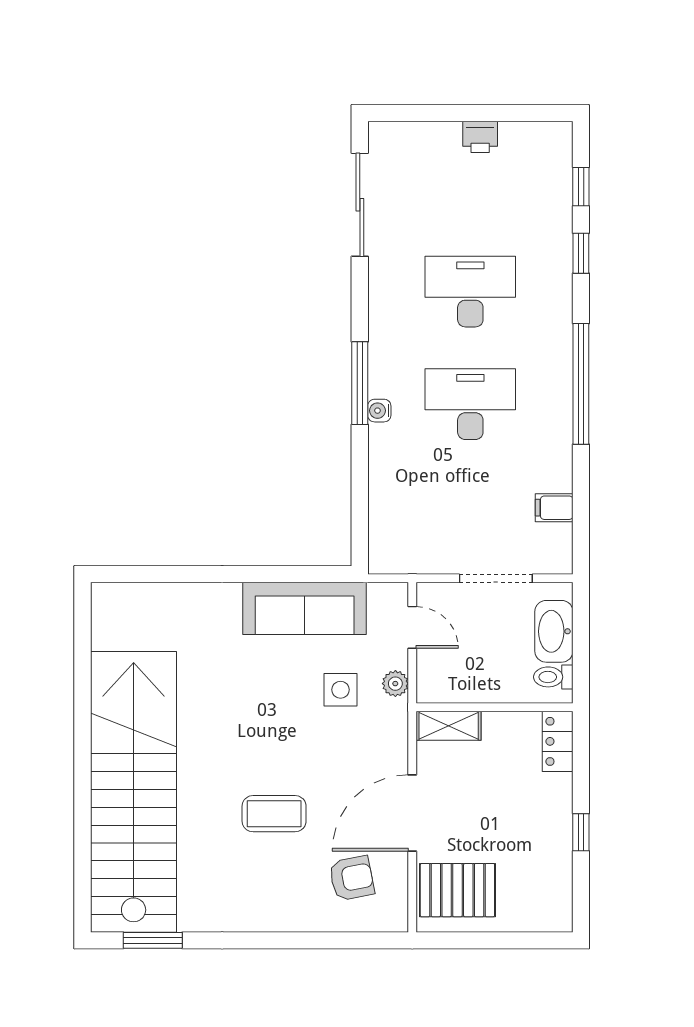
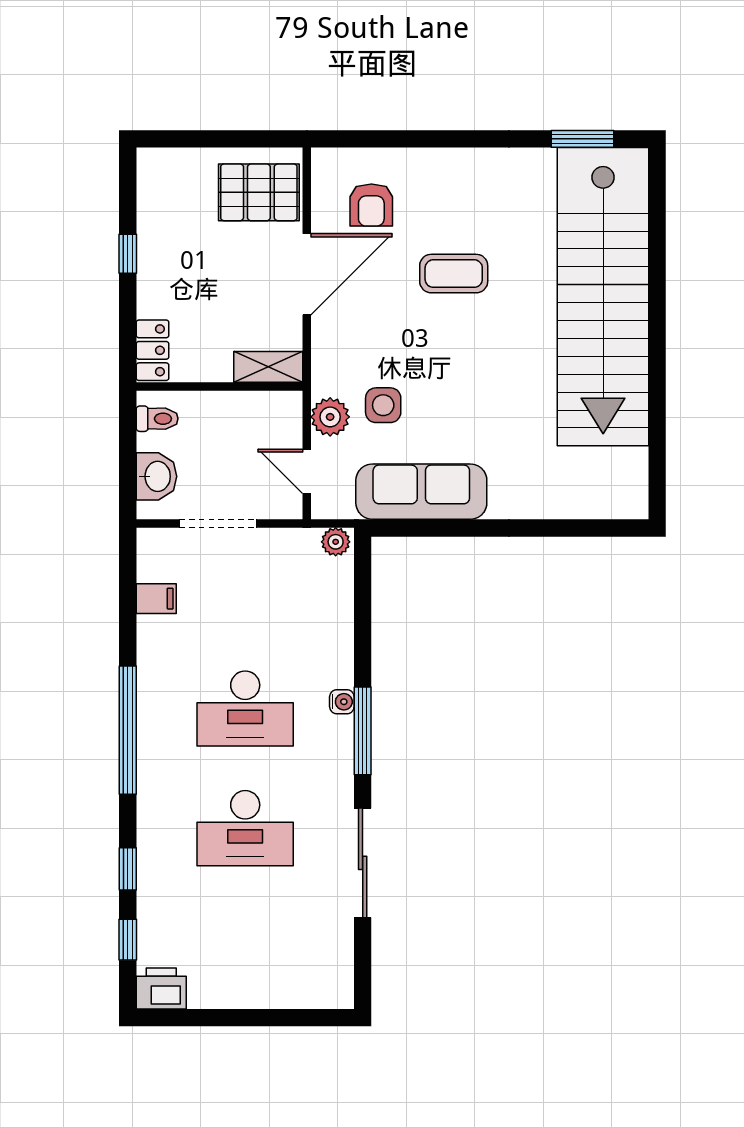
printer: (480, 137) -> (161, 988), moved, width x1.36, depth x1.24
sliding door: (360, 205) -> (363, 863), moved
plant: (385, 561) -> (336, 542), added
washbasin: (554, 631) -> (156, 476), width x0.72
plant: (395, 684) -> (330, 417), width x1.38, depth x1.38
armchair: (352, 878) -> (371, 205), turned -79

